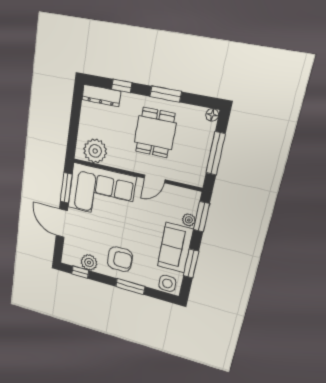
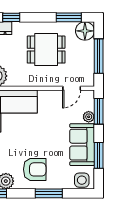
window: (166, 94) -> (69, 17), moved
floor lamp: (212, 115) -> (85, 31), width x1.89, depth x1.89
dining table: (155, 133) -> (46, 50), turned 90
door: (155, 179) -> (72, 88), moved

